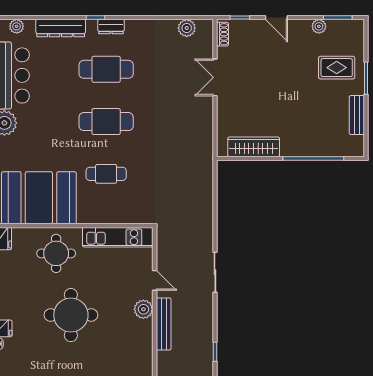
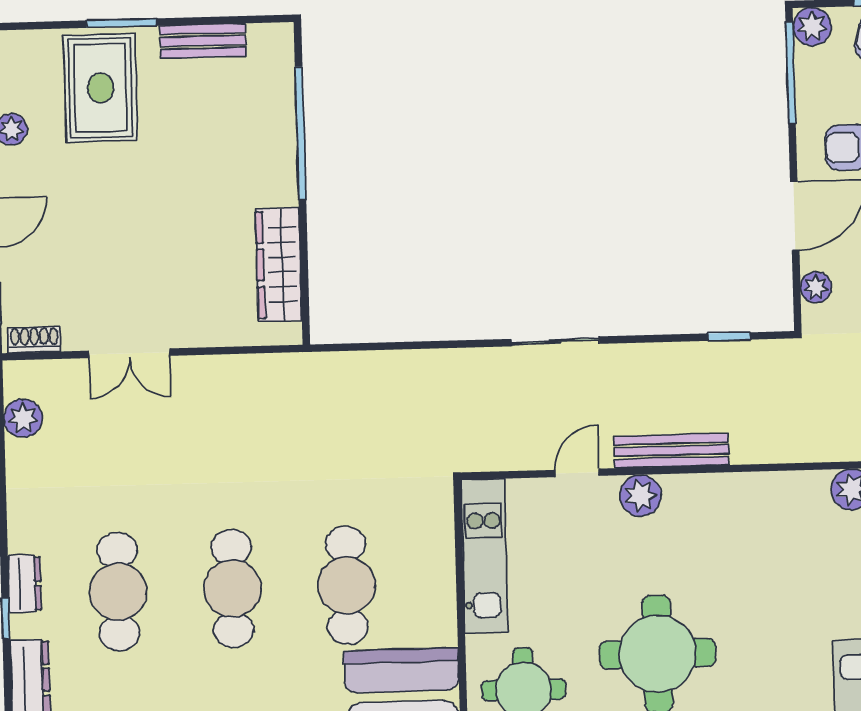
rug: (337, 68) -> (100, 88), width x1.36, depth x1.43
cafe table: (106, 174) -> (347, 585), width x1.37, depth x1.35

